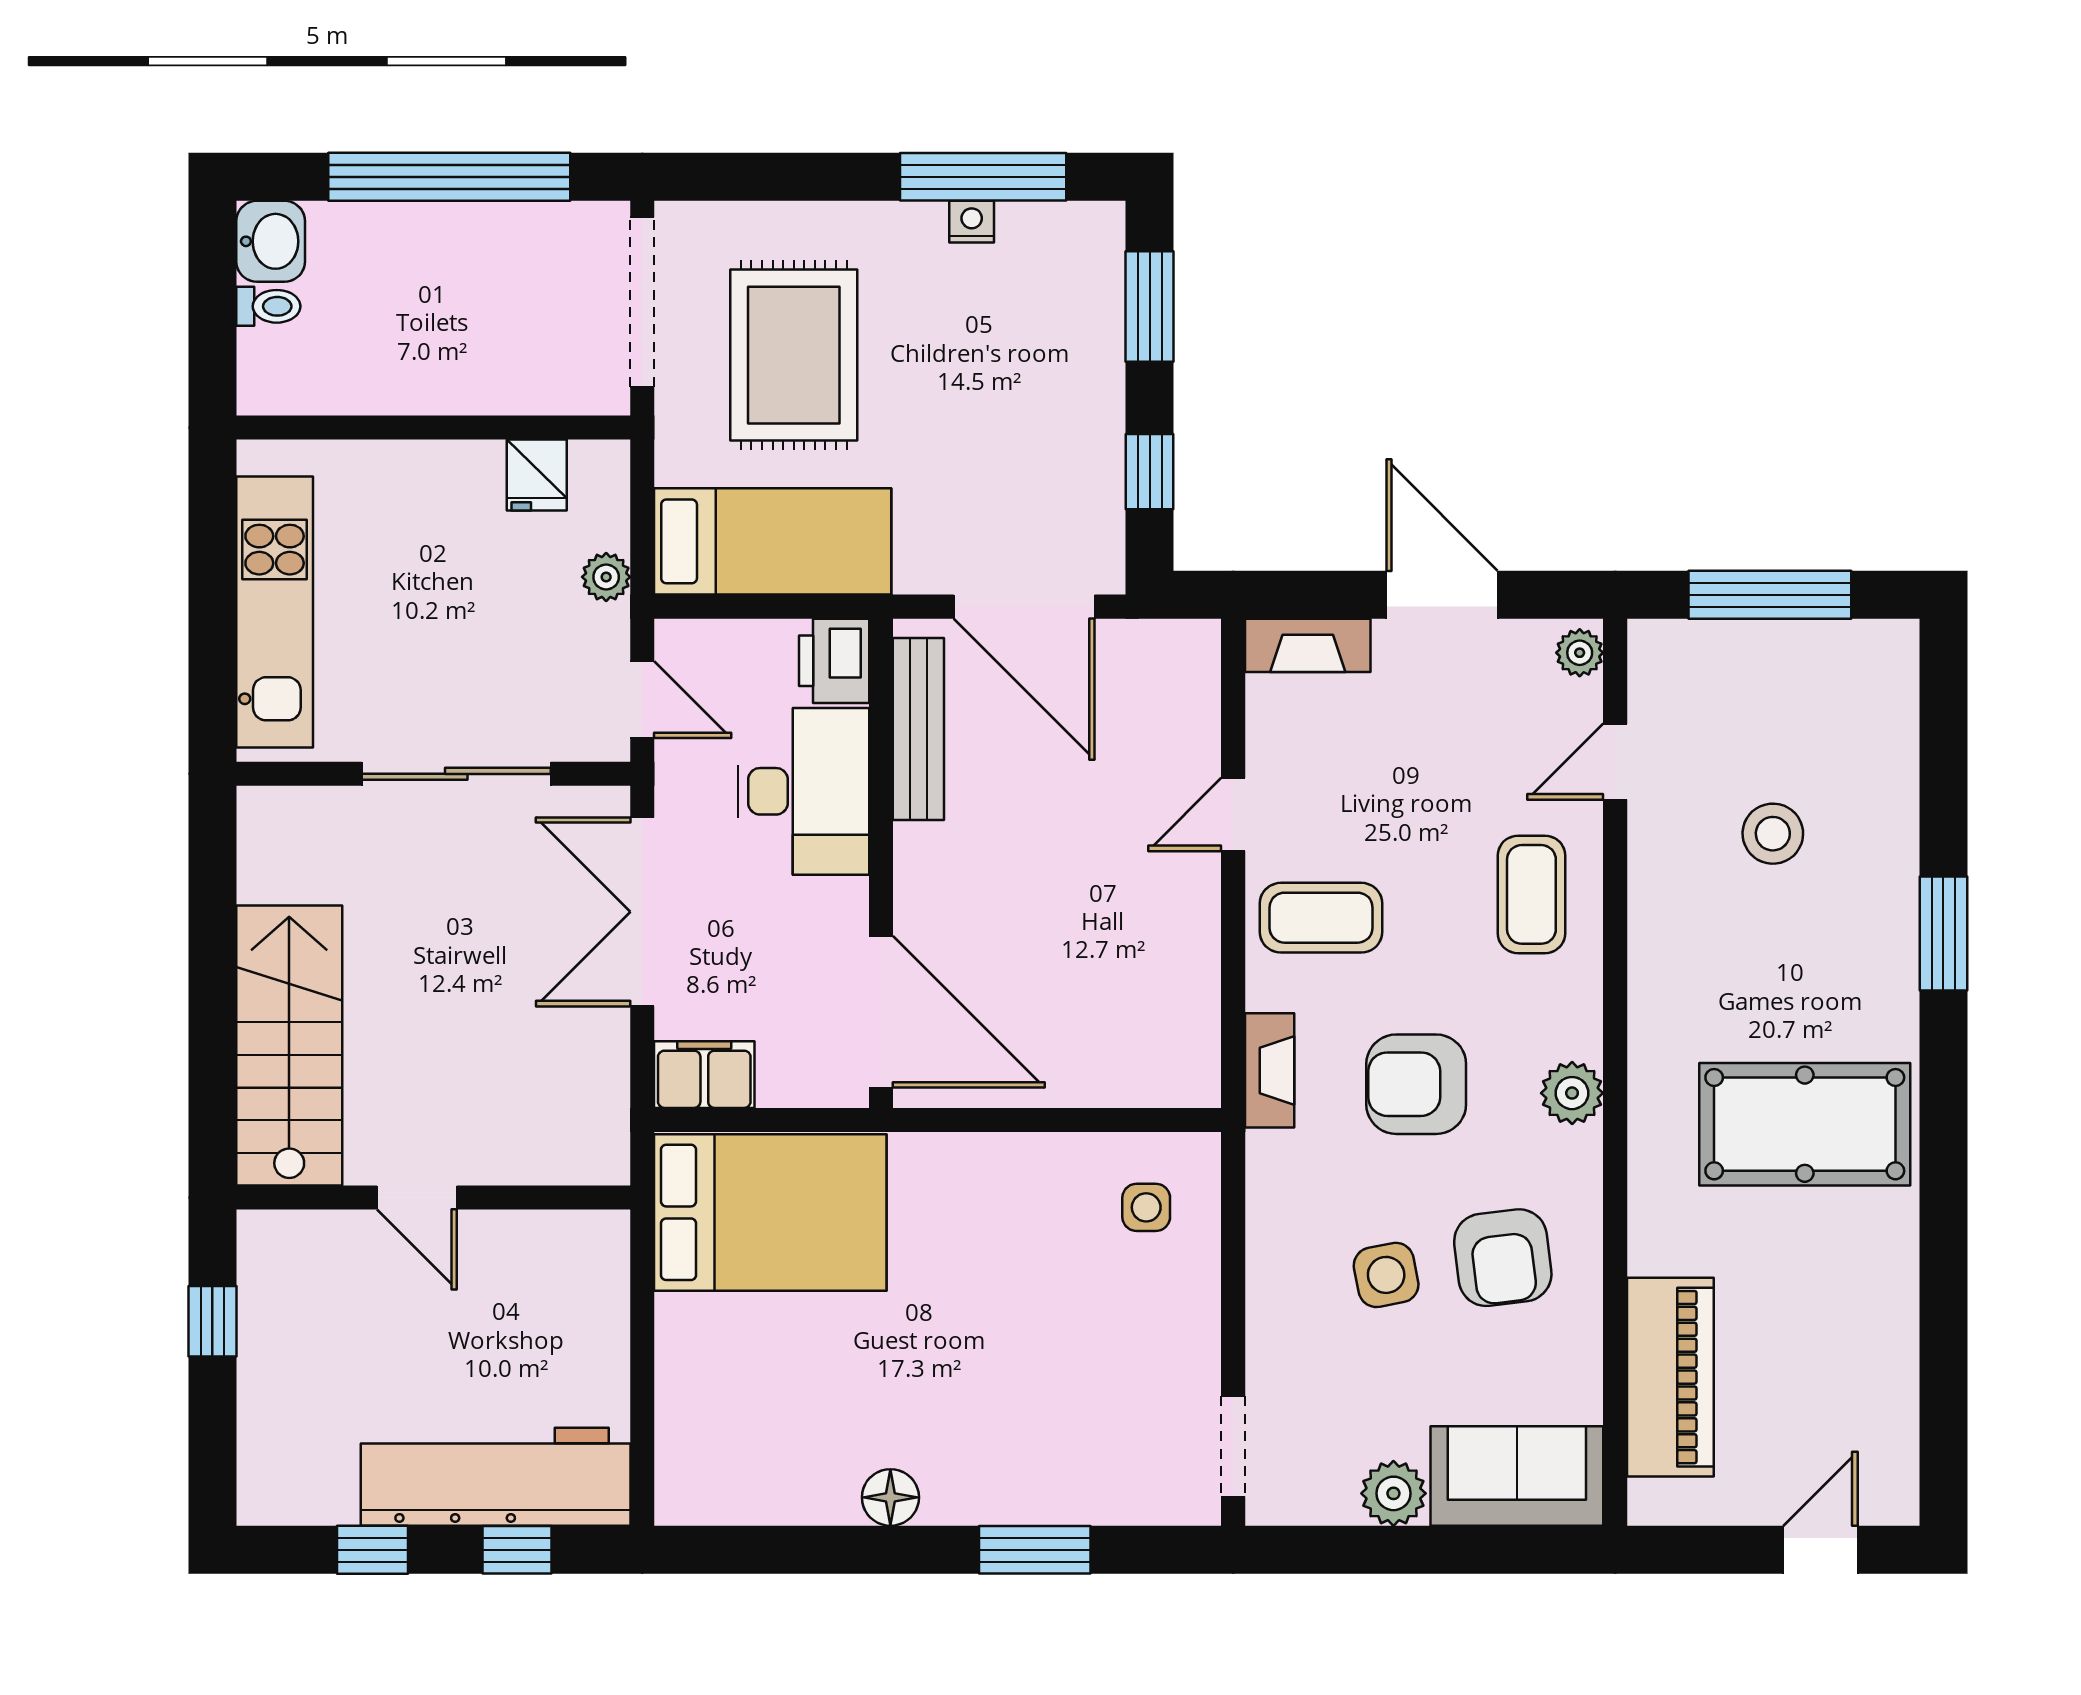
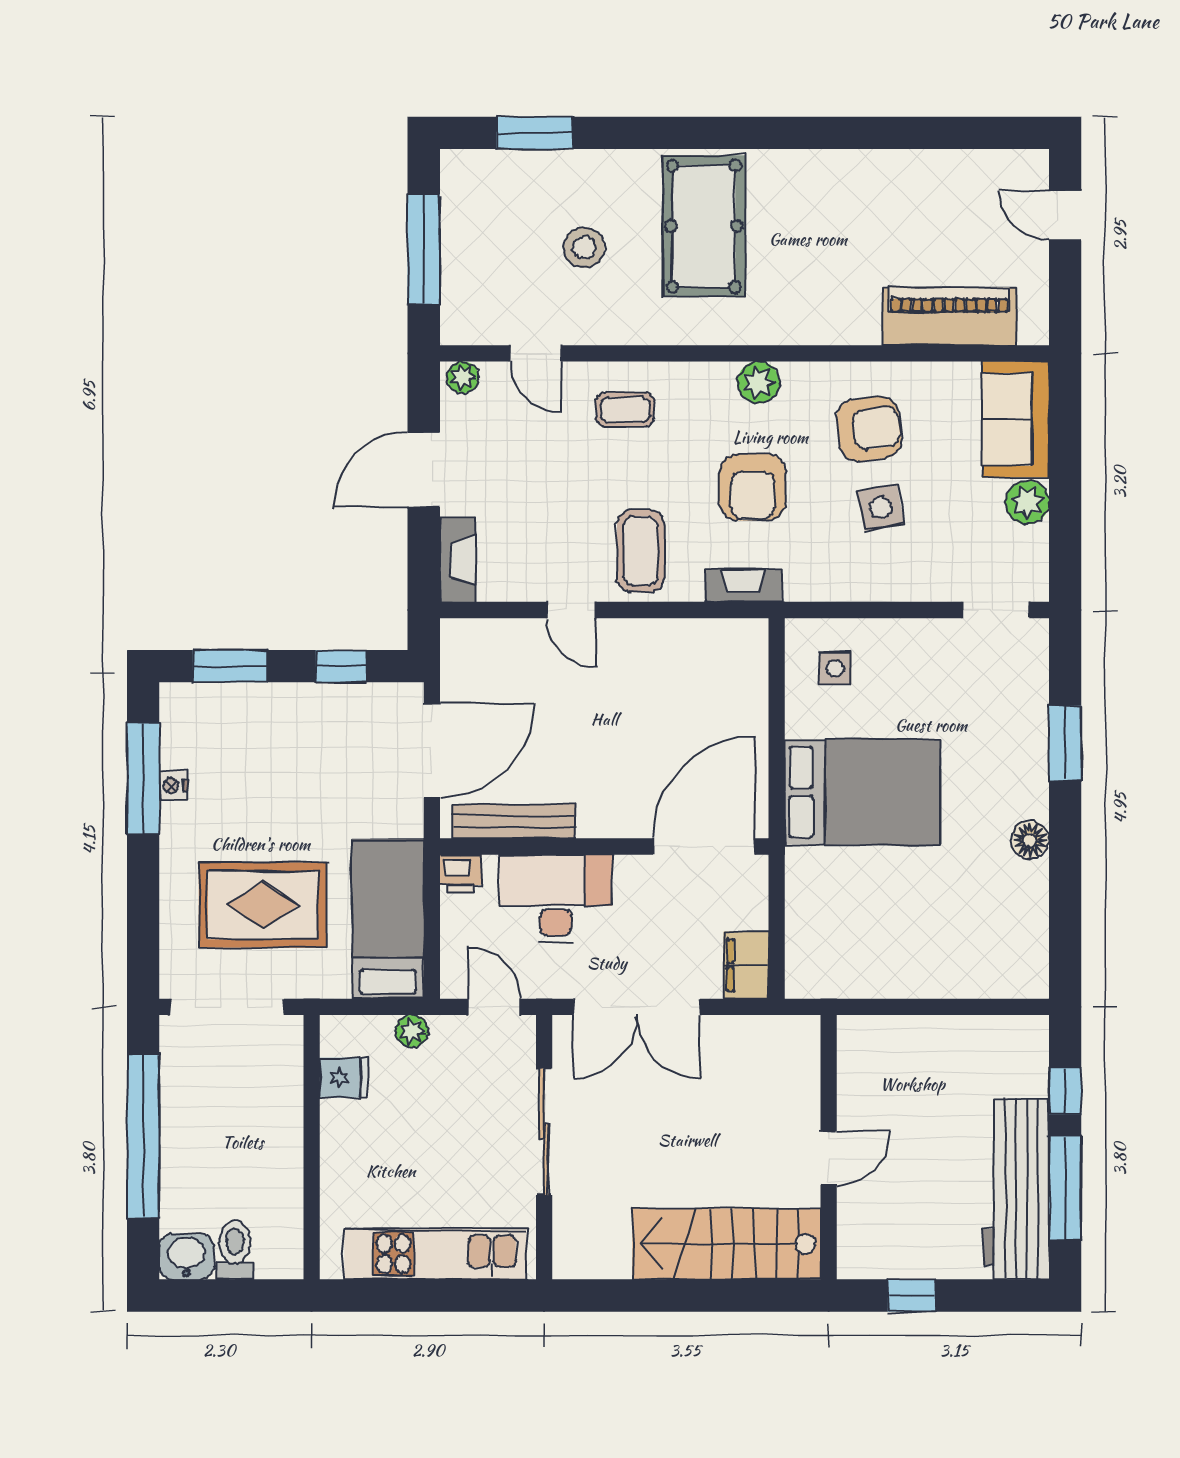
toilet: (268, 306) -> (235, 1250), width x1.37, depth x1.39
printer: (834, 661) -> (461, 873), width x0.73, depth x0.81
door: (642, 700) -> (494, 1007), hinge flipped
coffee table: (1531, 894) -> (625, 410), width x0.73, depth x0.77
window: (1943, 934) -> (535, 133), moved
pool table: (1805, 1124) -> (704, 226), moved
bed: (770, 1212) -> (863, 792), moved, turned 90
workbench: (496, 1477) -> (1016, 1189), moved
window: (372, 1550) -> (1065, 1188), width x2.17

